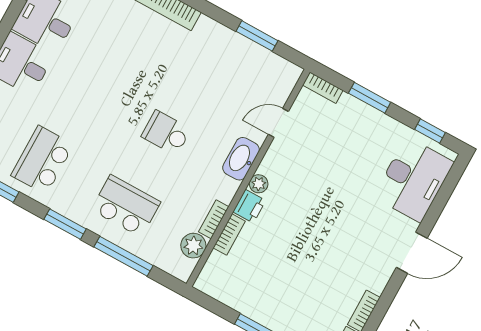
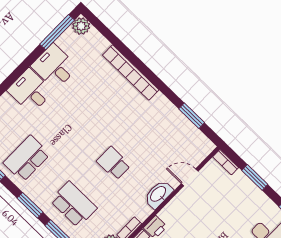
plant: (259, 184) -> (166, 214), removed

